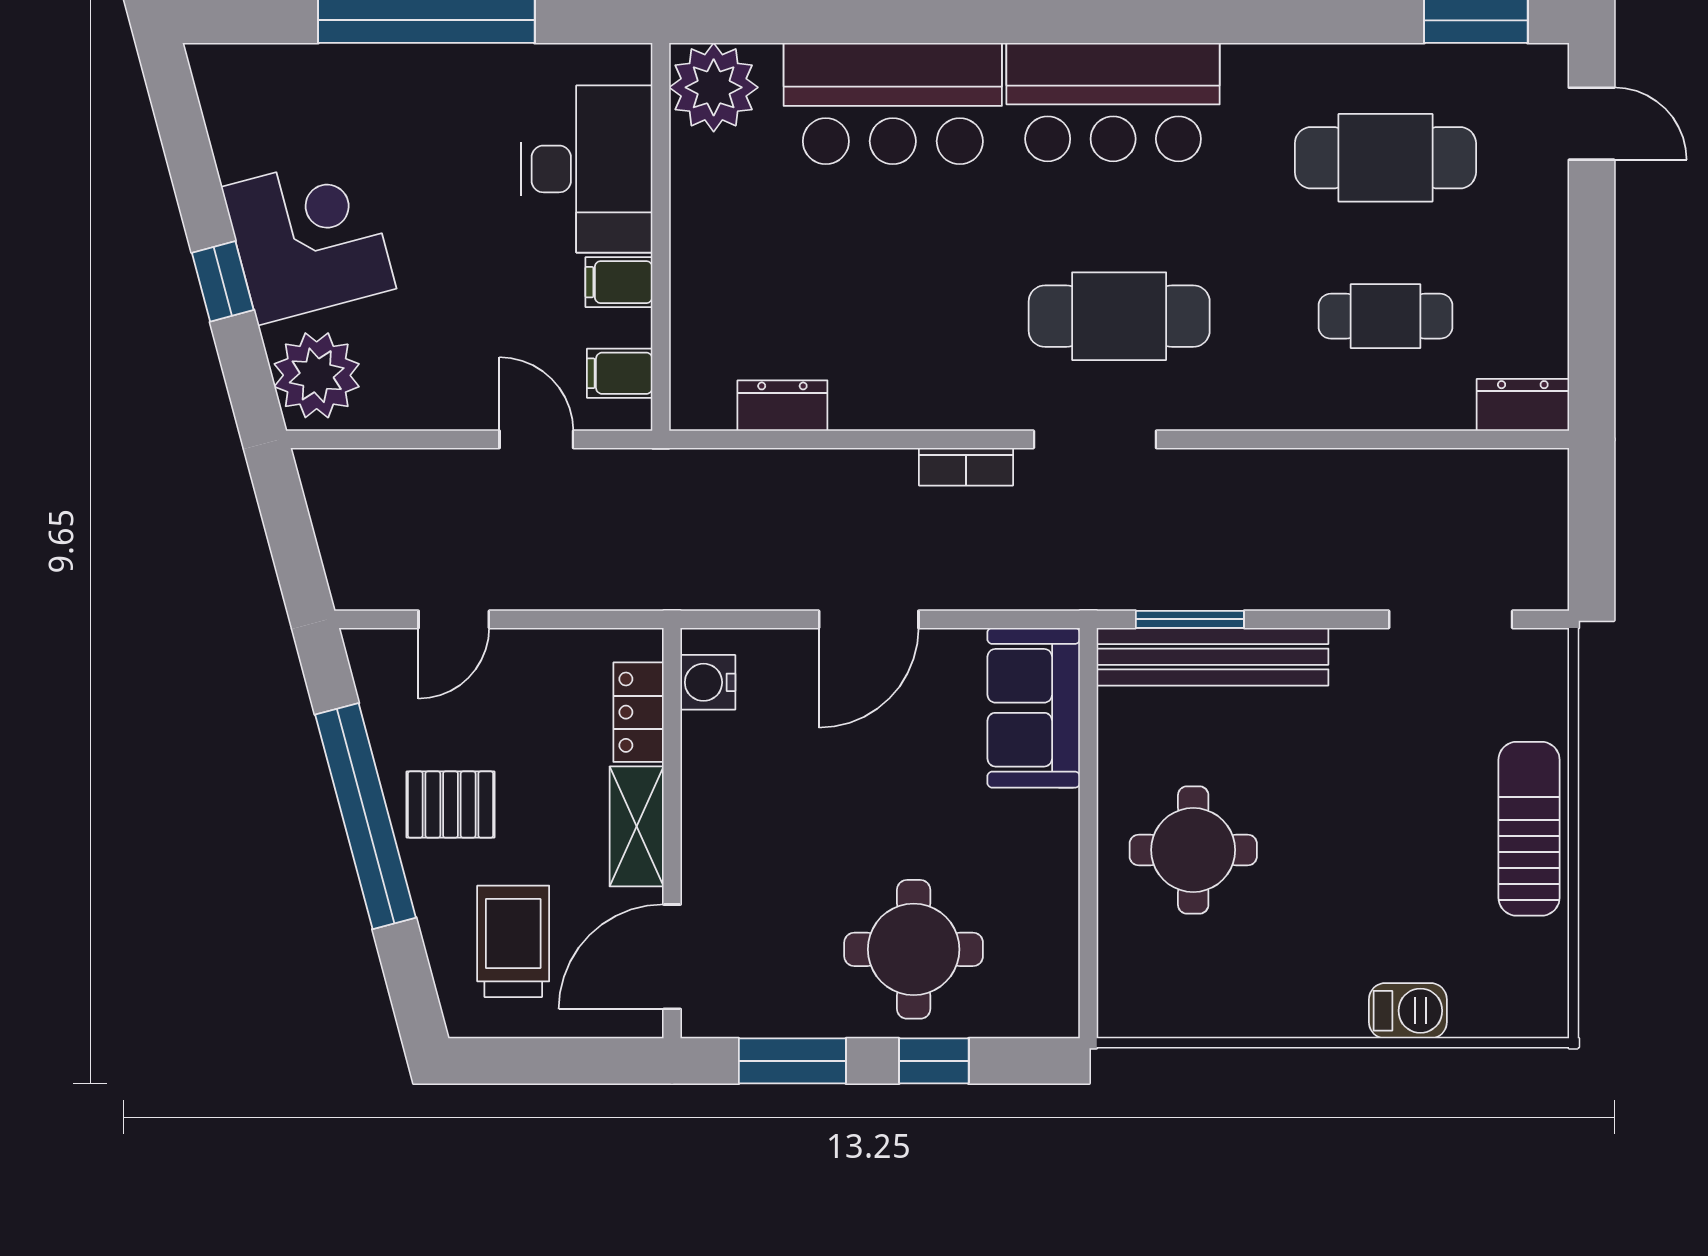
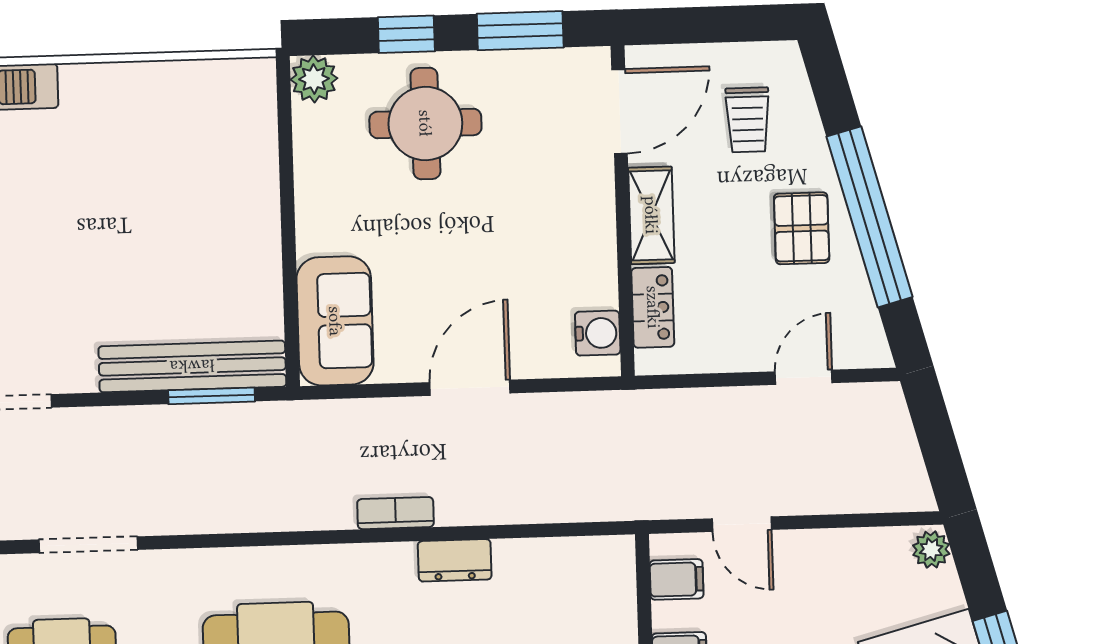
plant: (317, 375) -> (931, 550), width x0.53, depth x0.53
dresser: (782, 406) -> (455, 560), moved
doorway: (1095, 439) -> (88, 545), moved
pallet: (450, 805) -> (802, 228), turned 90
round table: (1193, 850) -> (203, 210), removed
trolley: (513, 941) -> (748, 120), width x0.73, depth x0.72
plant: (1050, 1009) -> (314, 79), added

